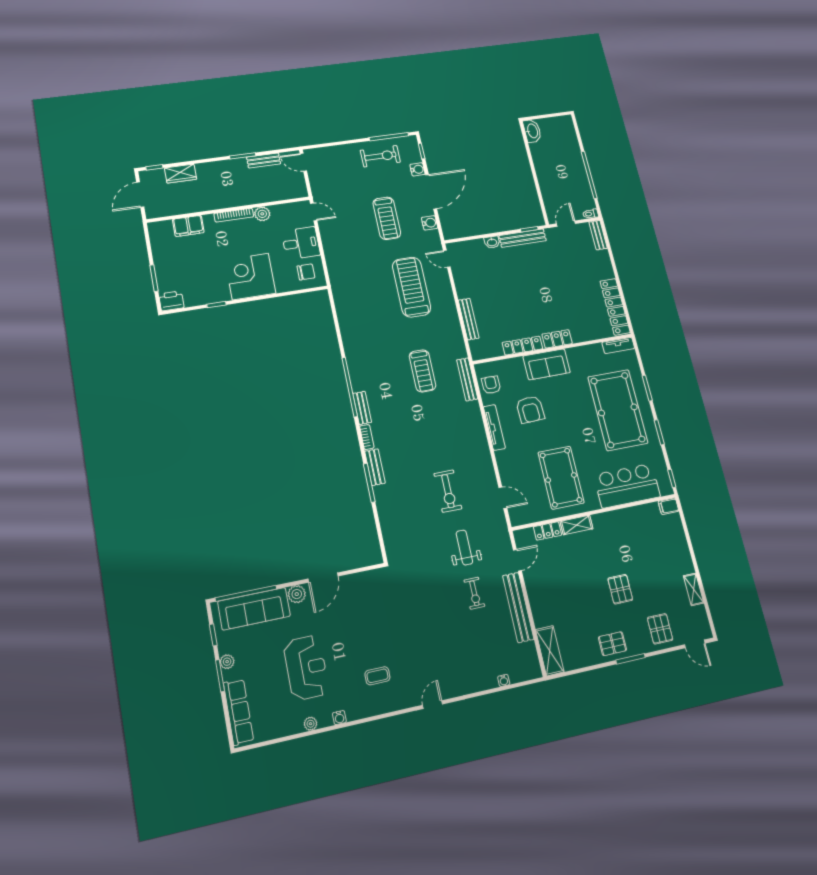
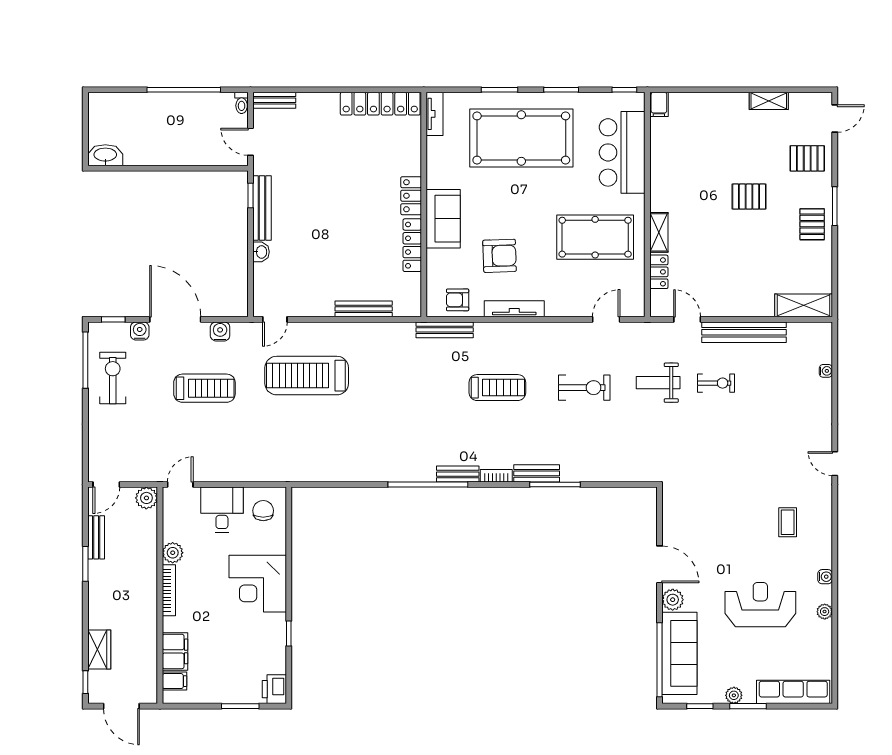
plant: (299, 190) -> (146, 498), added
filing cabinet: (166, 229) -> (174, 681), added
treadmill: (422, 371) -> (497, 388), moved

